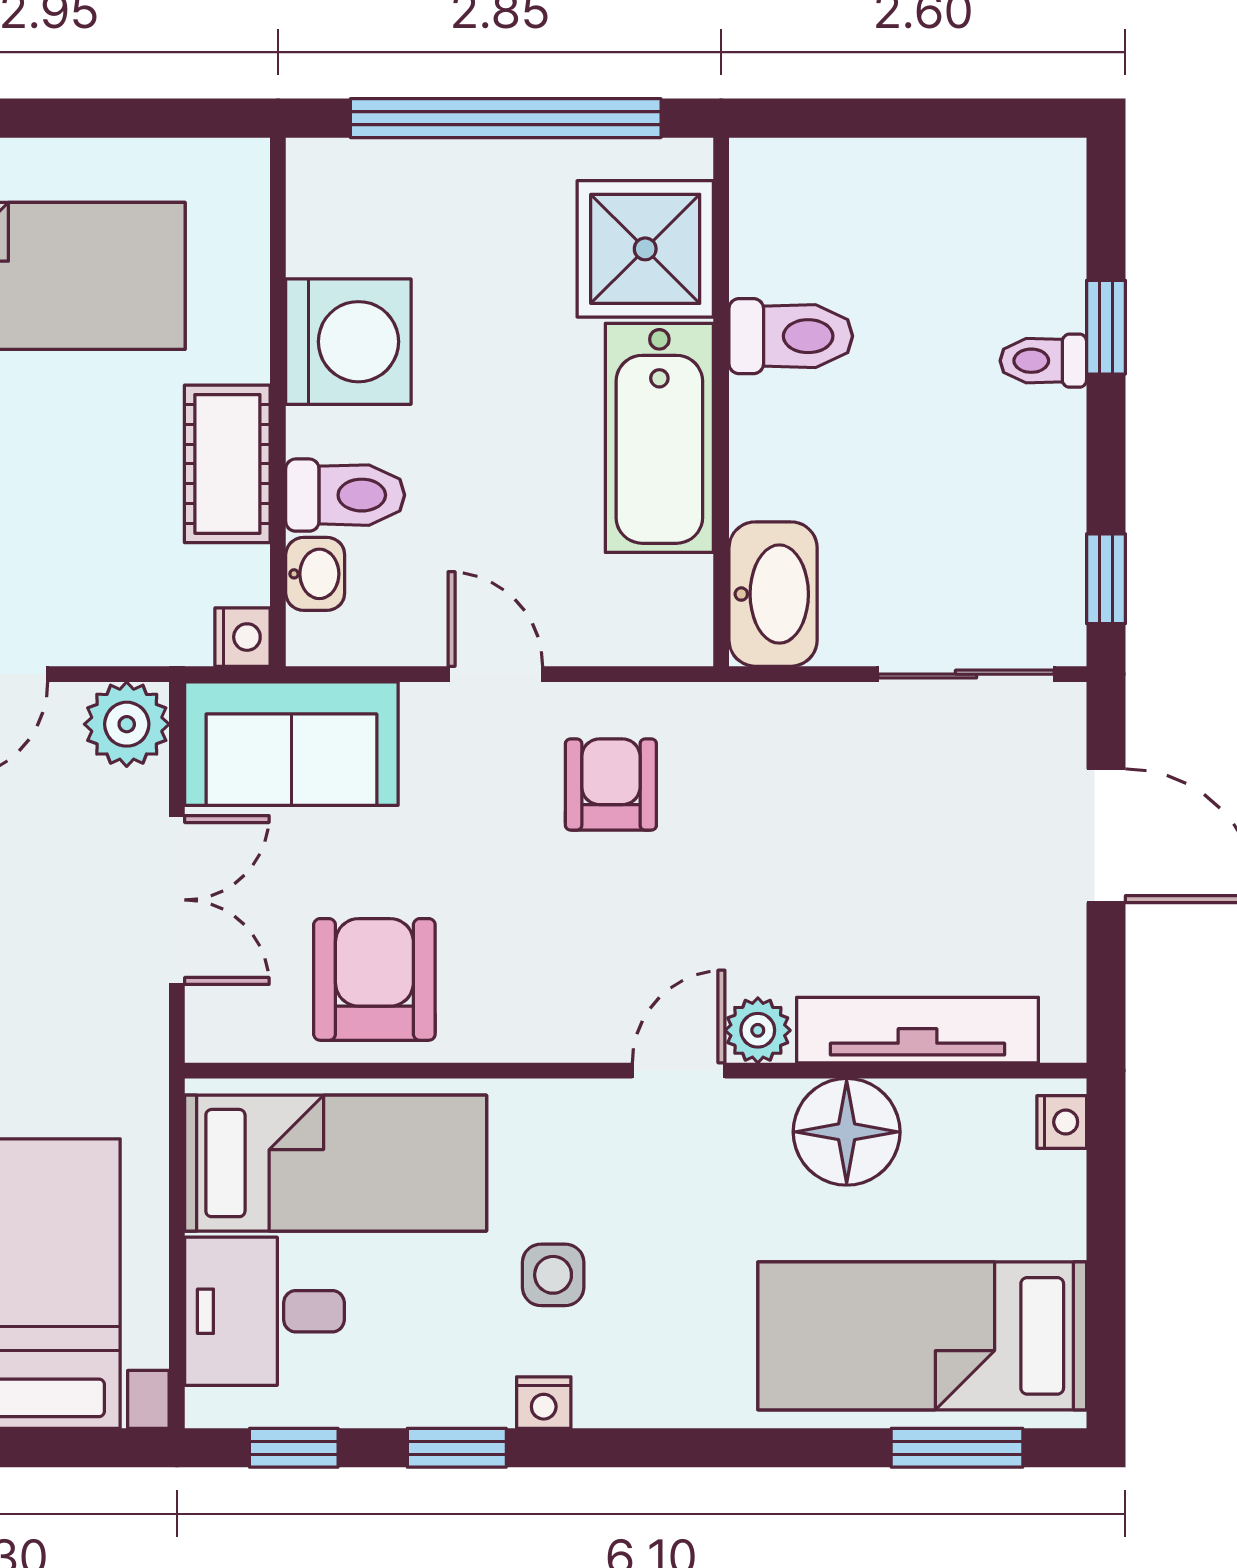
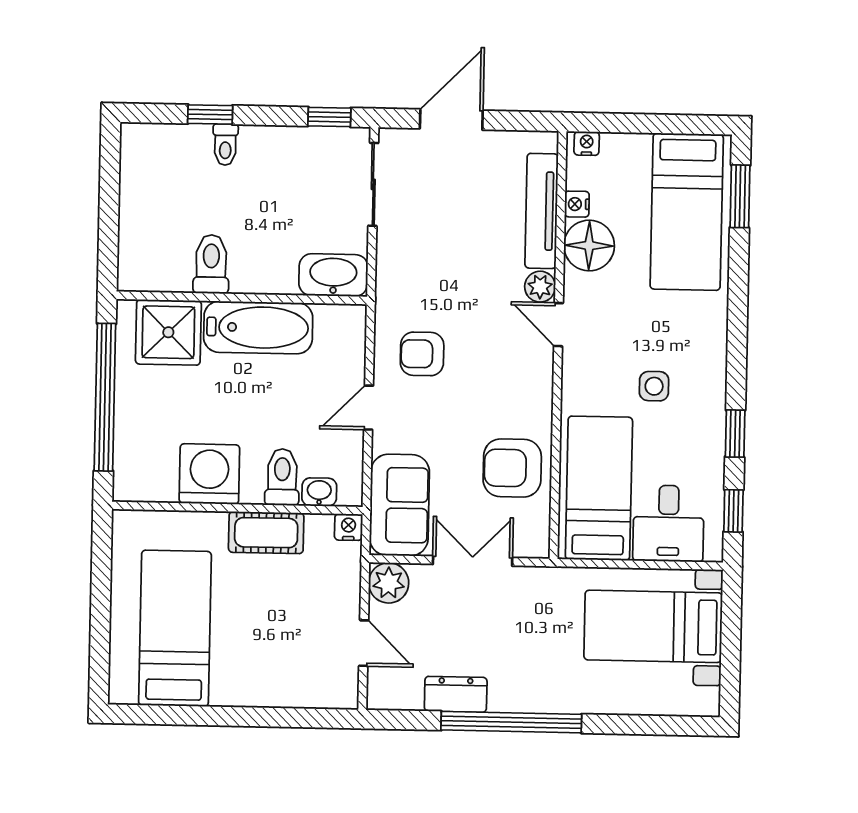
nightstand: (544, 1403) -> (577, 204), moved, turned 180

